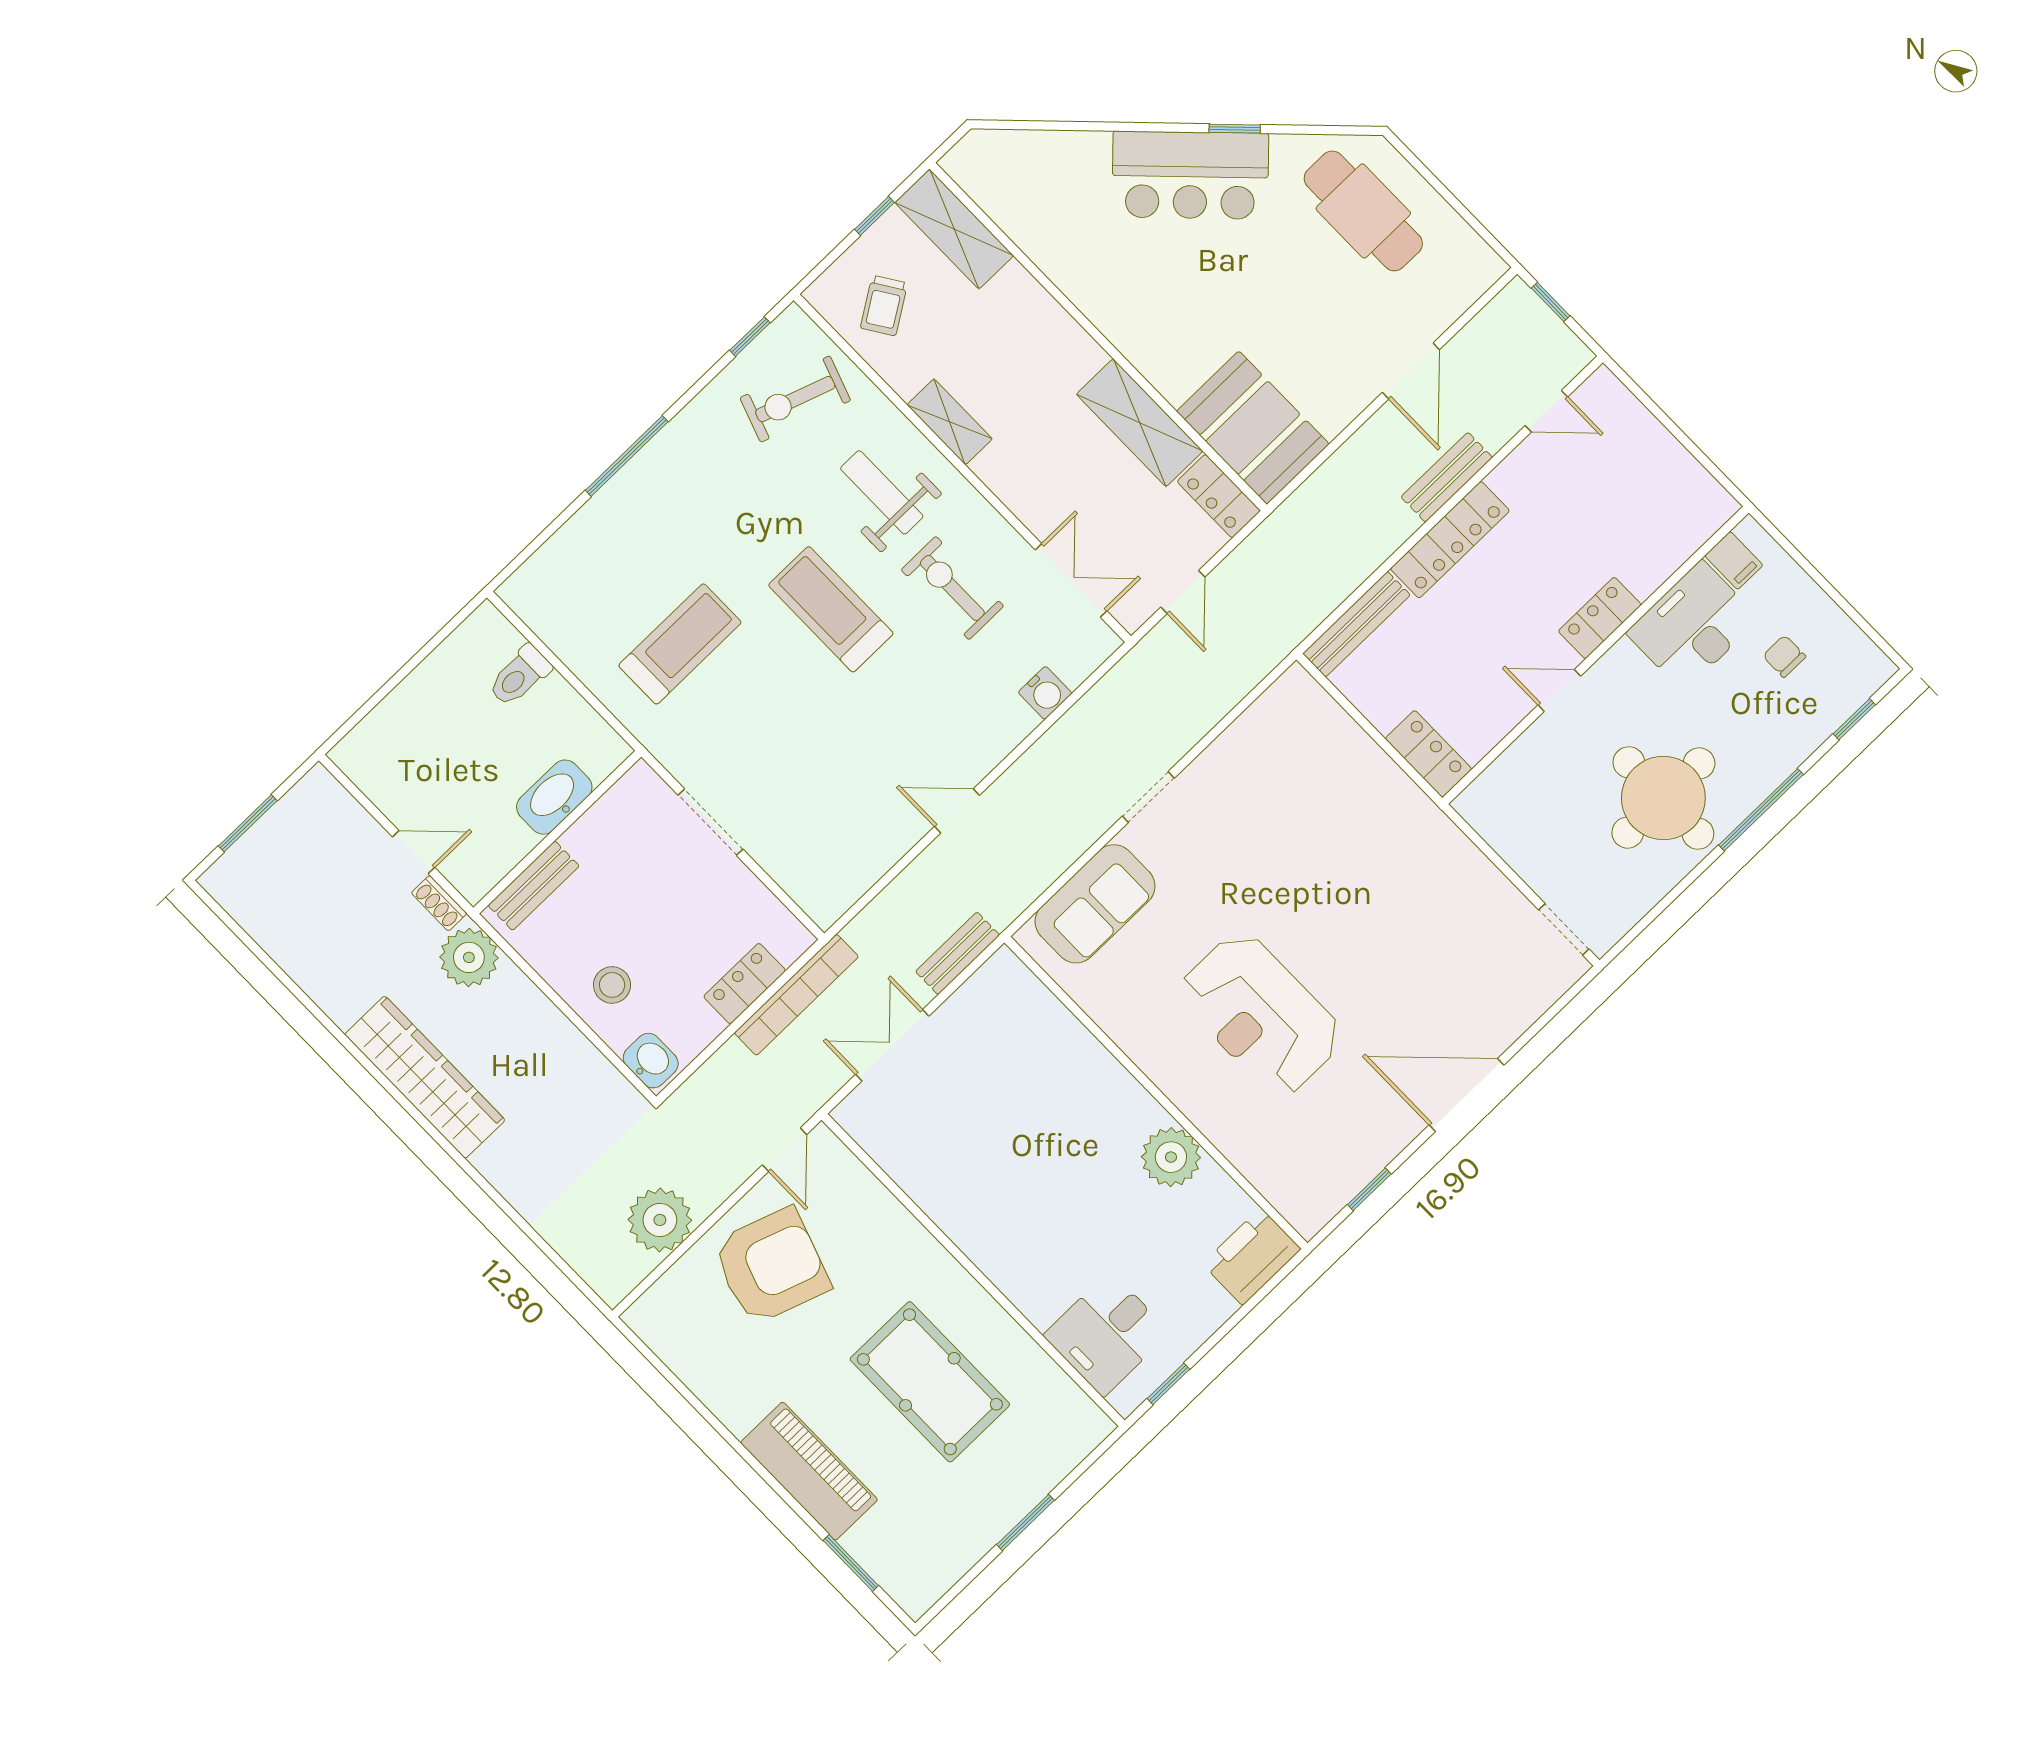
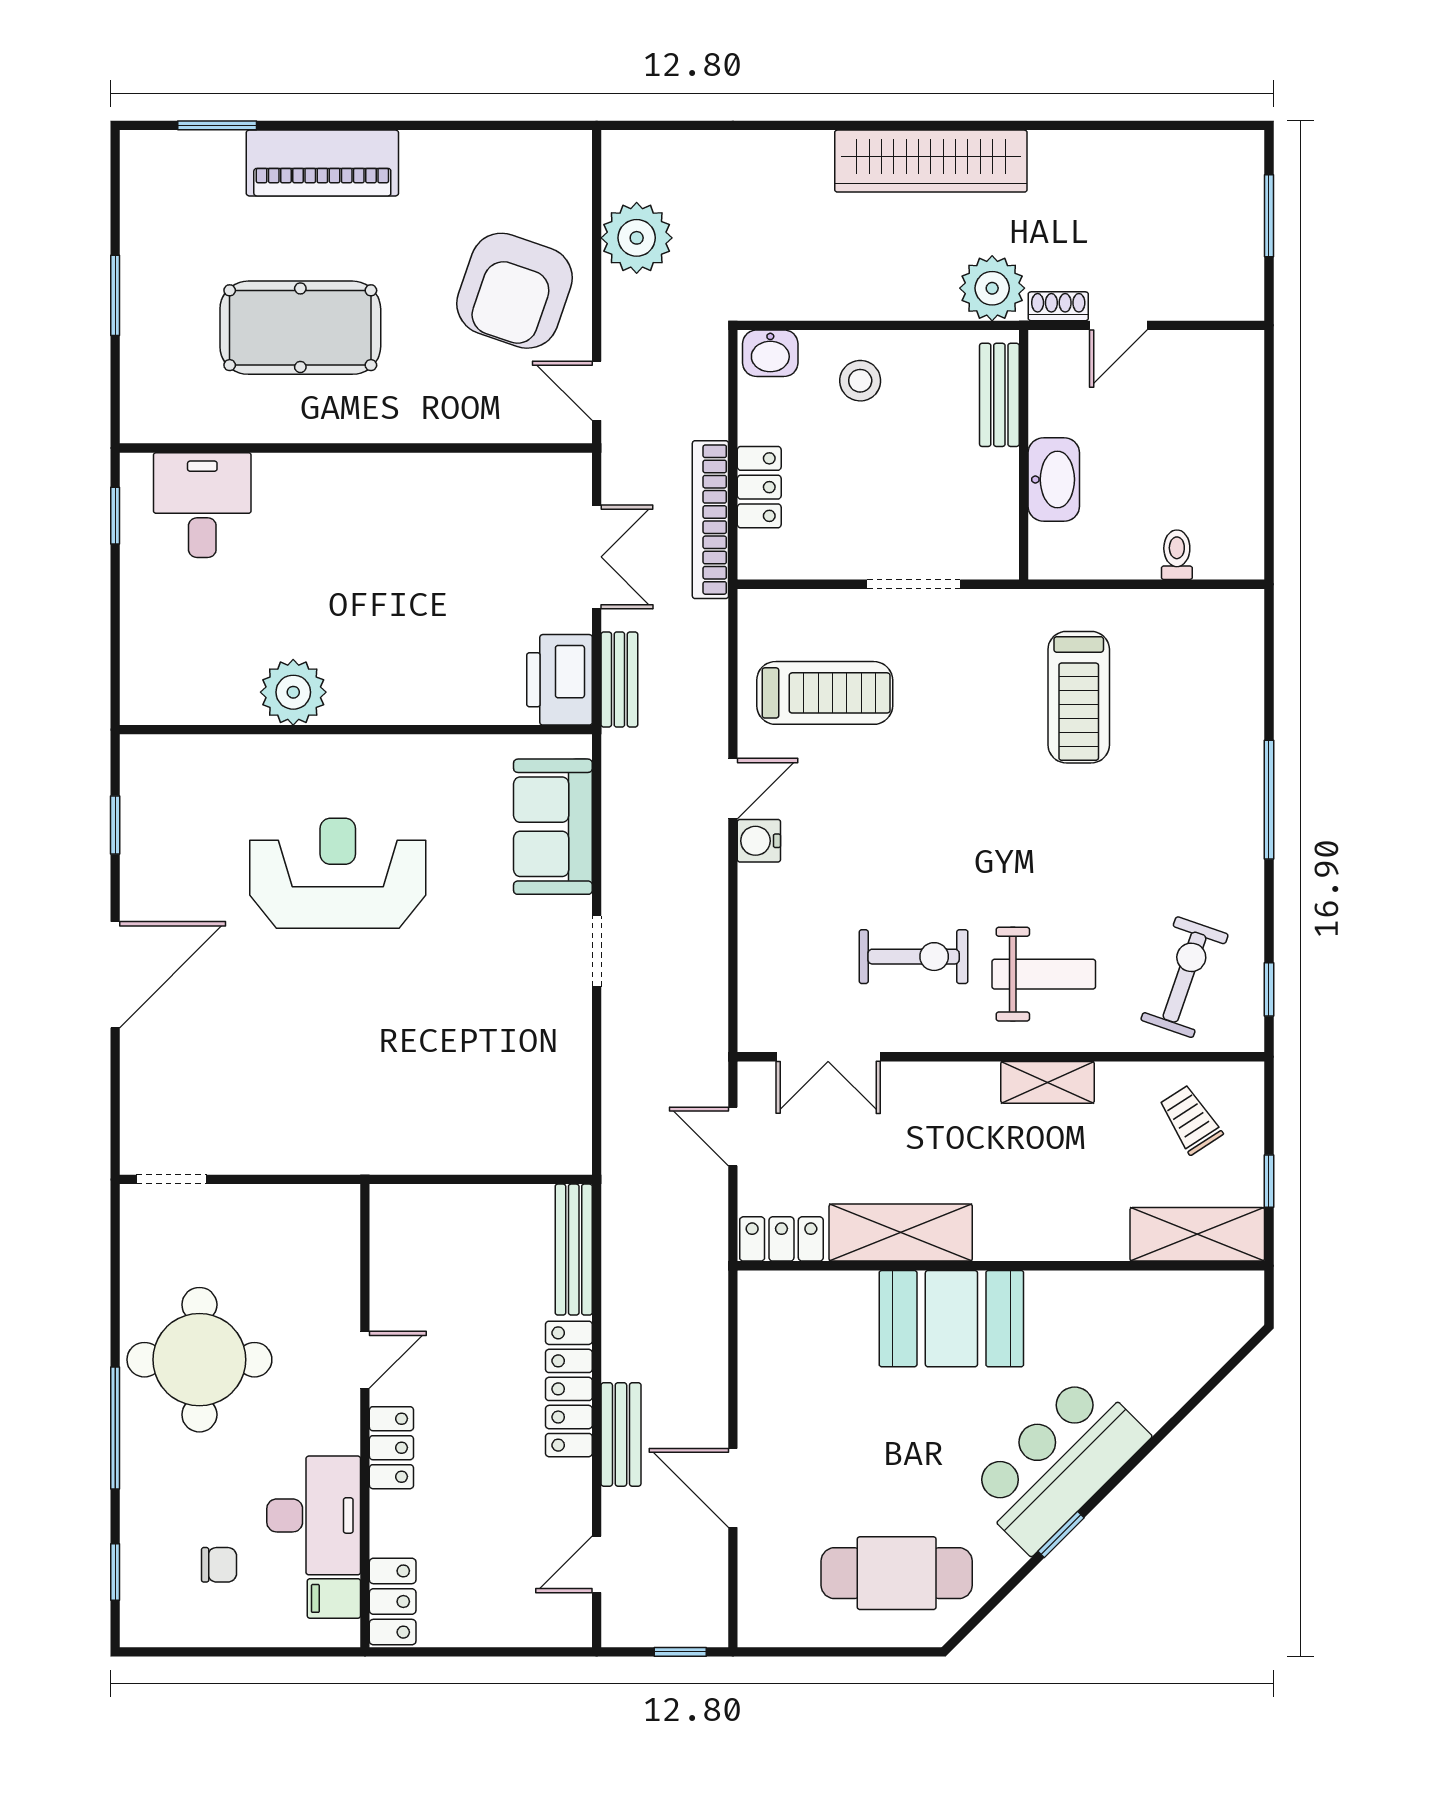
booth: (1253, 428) -> (951, 1319), moved
treadmill: (831, 609) -> (825, 693), moved
toilet: (519, 676) -> (1177, 555), width x0.73, depth x0.72
water cooler: (1045, 693) -> (759, 841), moved
locker: (1429, 754) -> (393, 1602), moved, turned -90
printer: (1252, 1256) -> (560, 680), moved, turned 180

